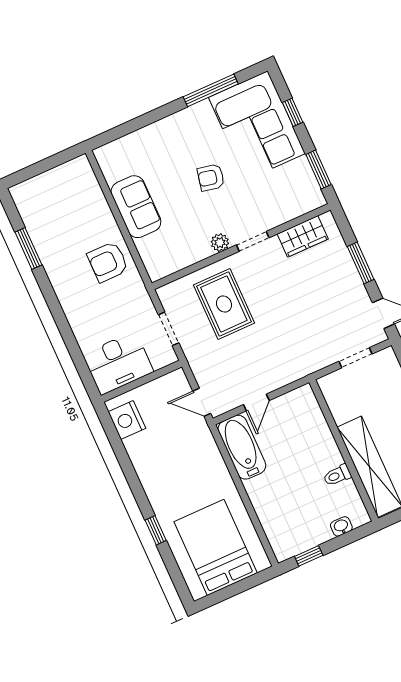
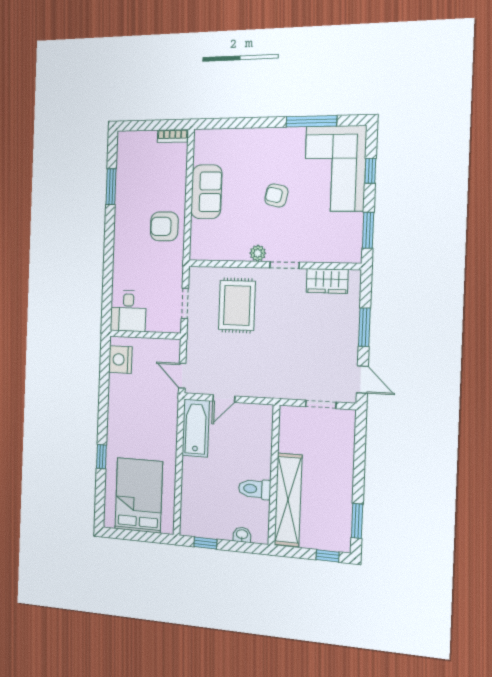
bookcase: (71, 167) -> (172, 136), added
desk: (118, 363) -> (128, 311), width x0.73
toilet: (337, 475) -> (255, 489), width x1.37, depth x1.39

